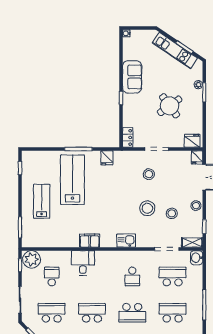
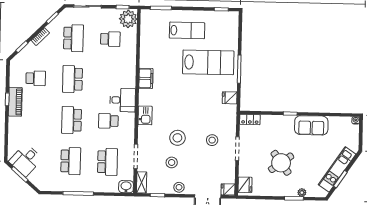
desk: (83, 263) -> (123, 100), moved
school desk: (92, 313) -> (73, 79), turned 180

